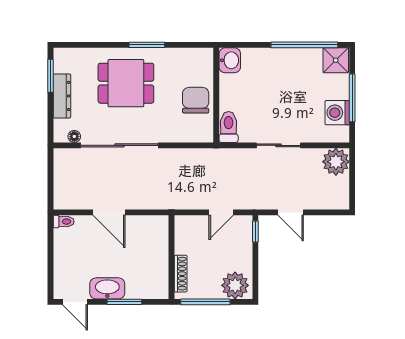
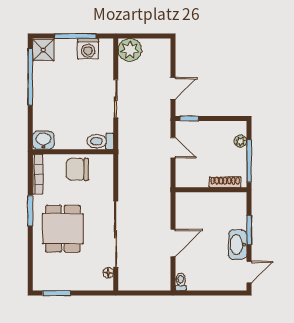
bookcase: (190, 54) -> (38, 174), added
dresser: (62, 96) -> (74, 283), removed
plant: (235, 285) -> (241, 141), width x0.53, depth x0.53

